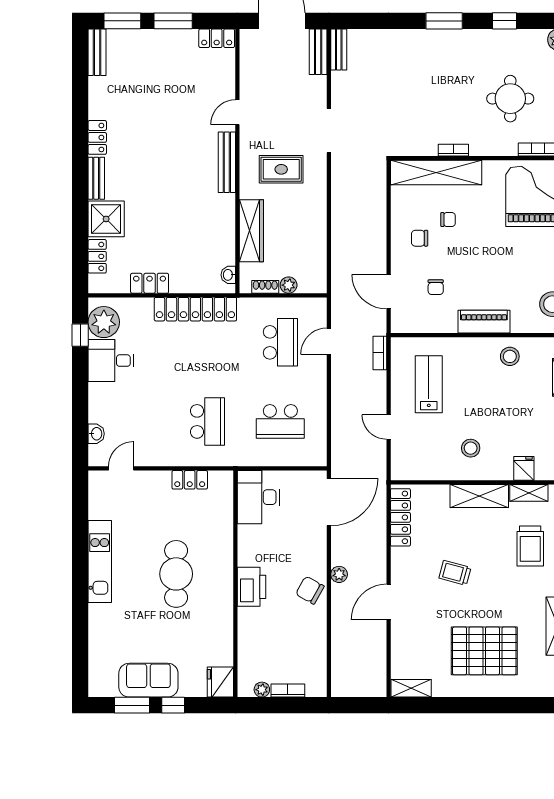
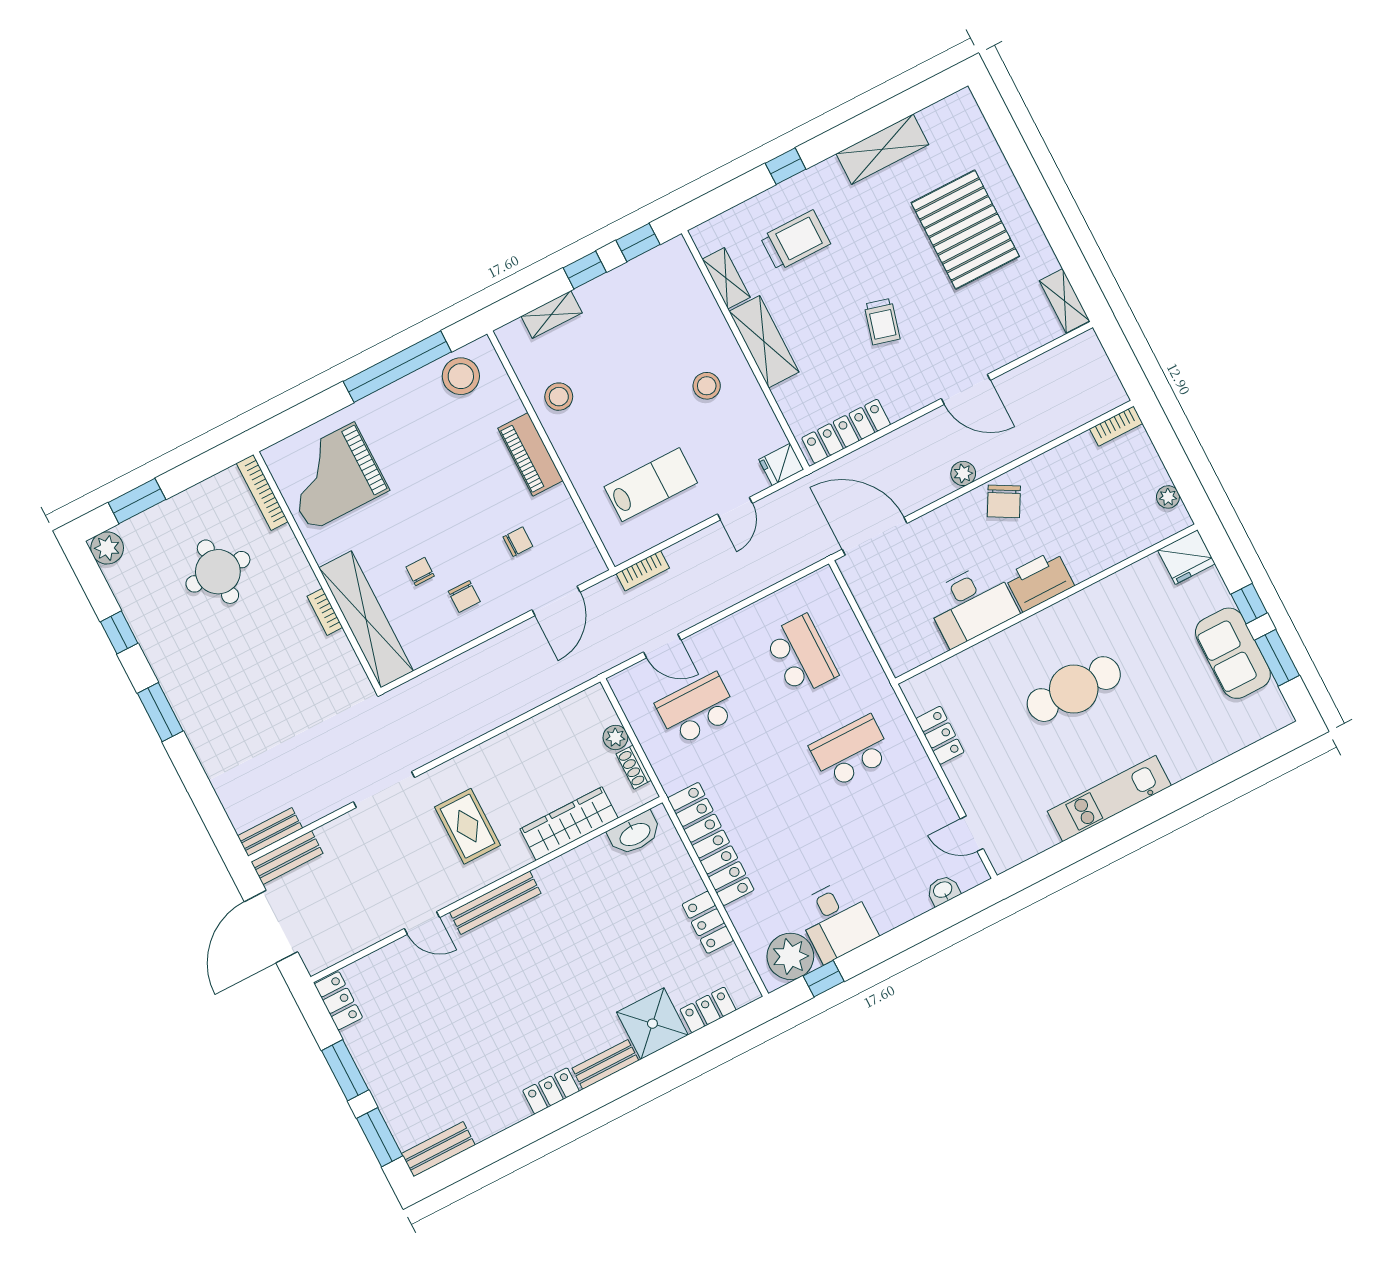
washbasin: (228, 275) -> (635, 834), width x1.91, depth x1.45
lab bench: (429, 384) -> (651, 485), turned 180
fridge: (524, 468) -> (781, 465), moved
desk: (258, 497) -> (971, 604), moved
bookcase: (288, 691) -> (1116, 426), moved, turned -90

